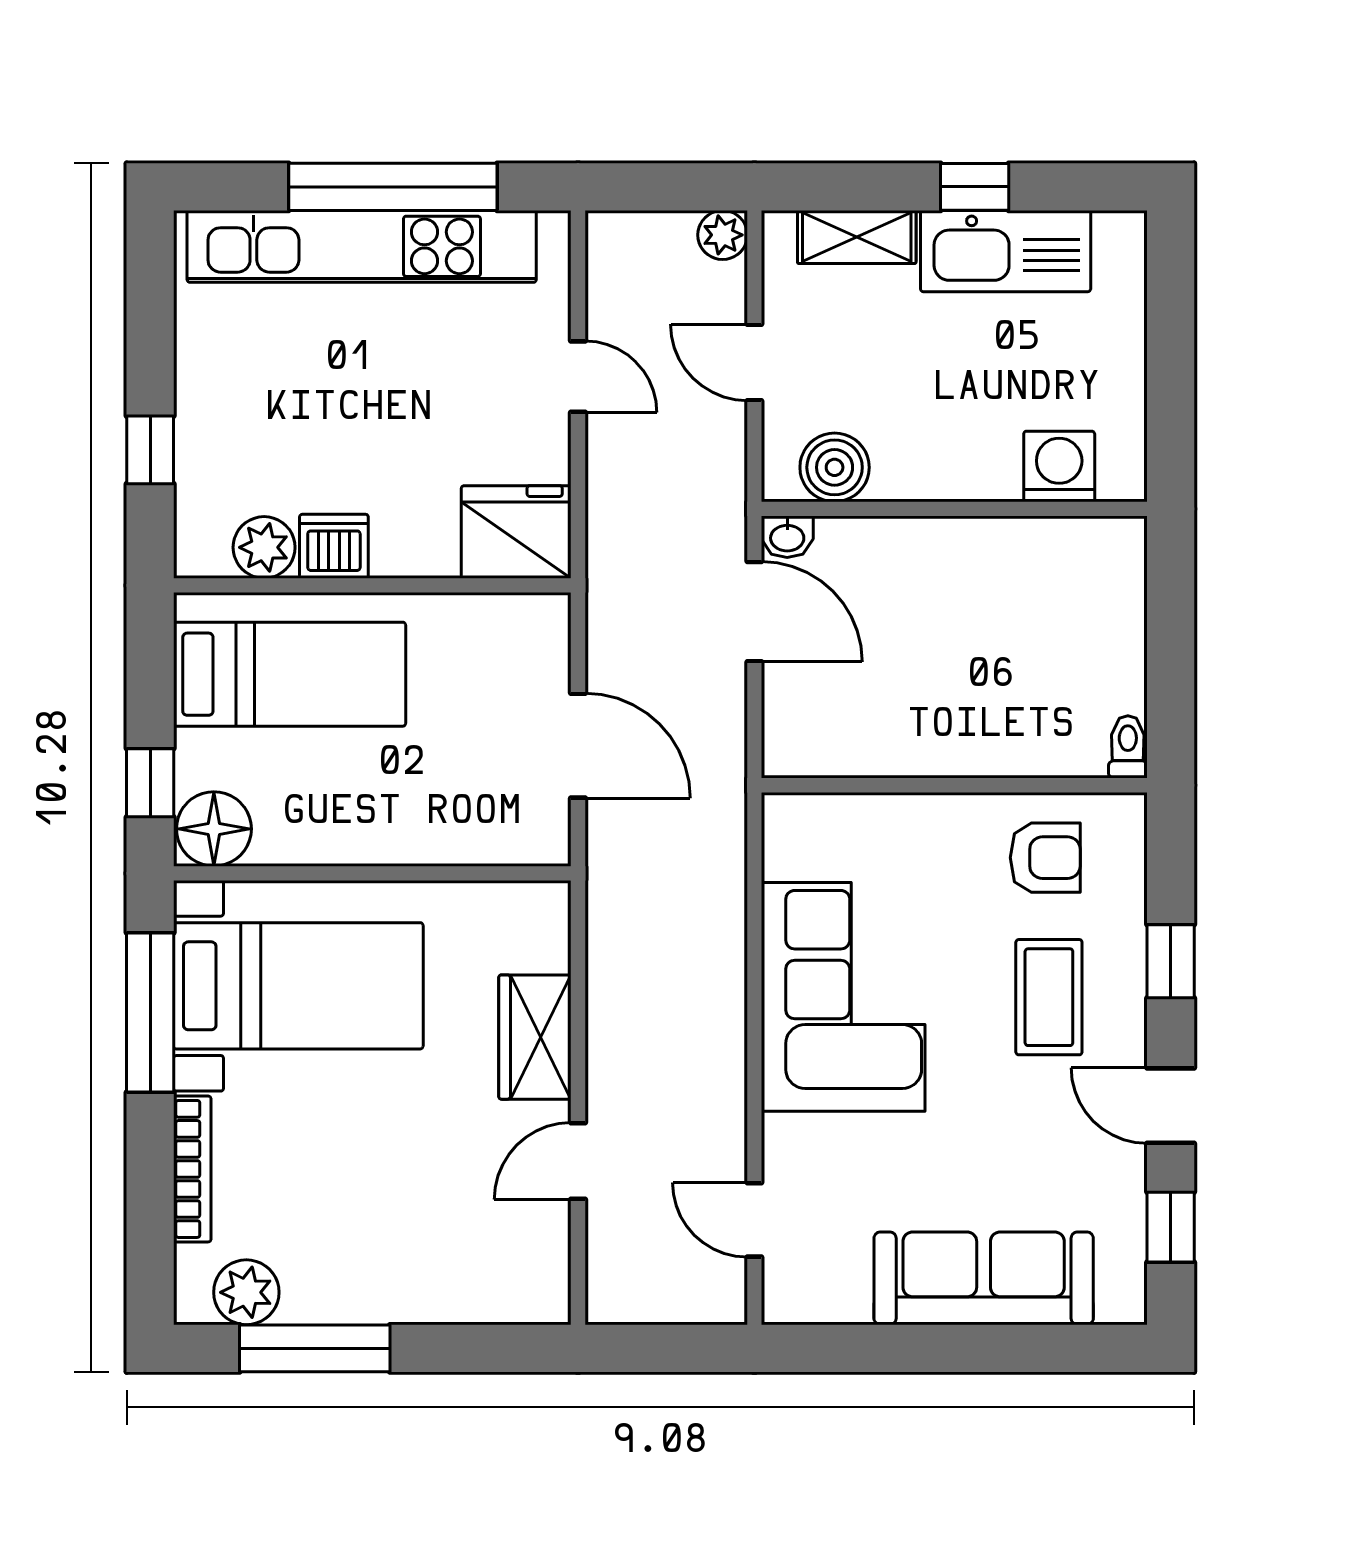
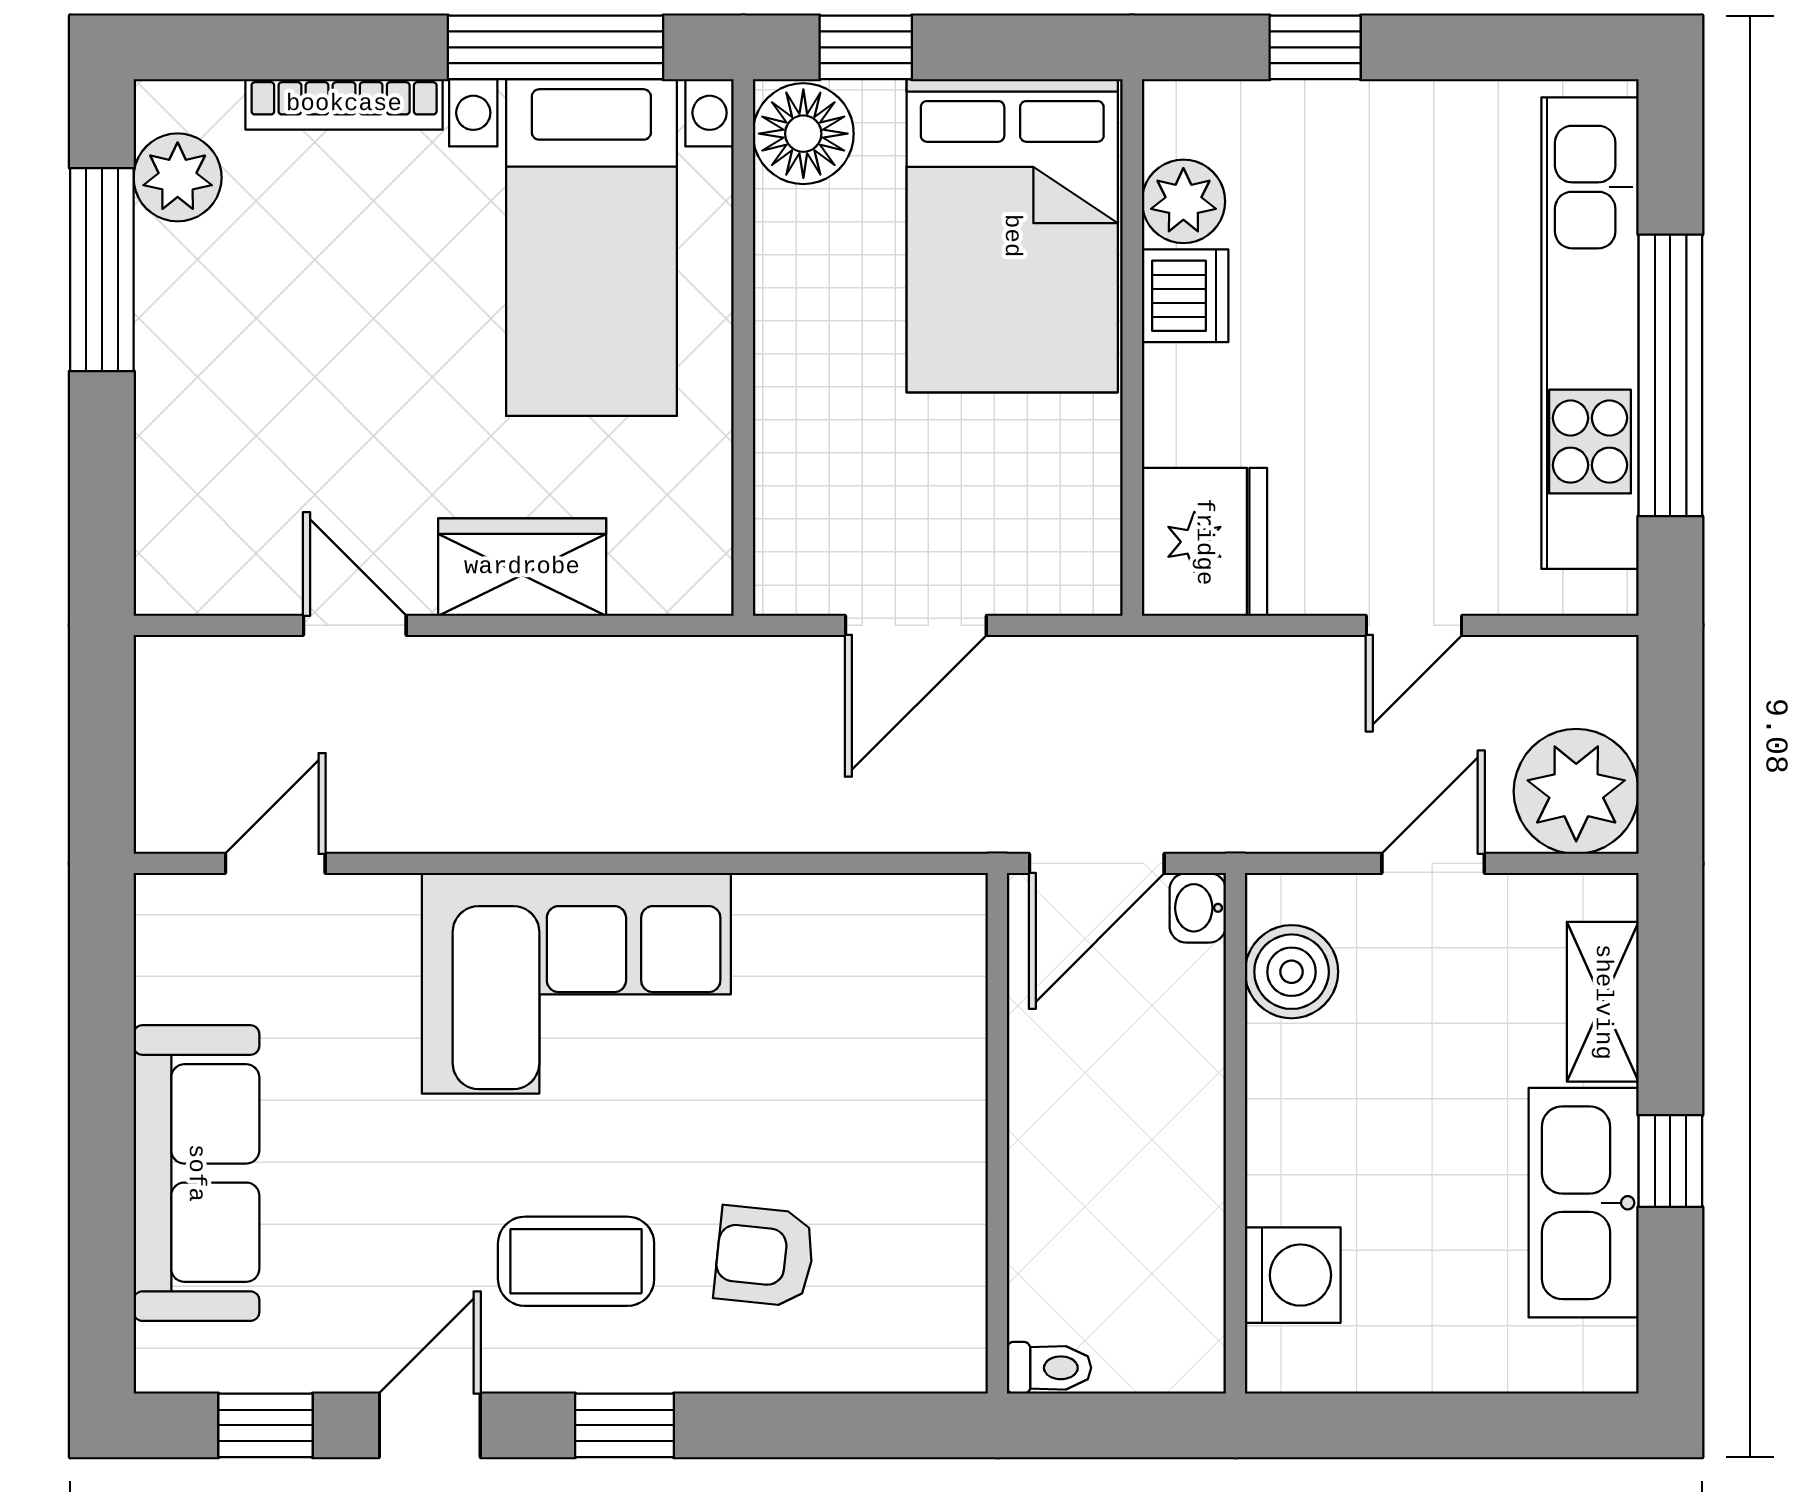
plant: (723, 235) -> (1576, 791), width x1.88, depth x1.88
bed: (290, 674) -> (1012, 236), width x1.50
toilet: (1128, 747) -> (1049, 1368), moved
wall: (954, 785) -> (997, 1133), moved
armchair: (1045, 858) -> (765, 1256), turned 96

